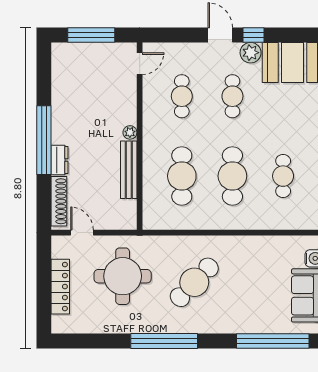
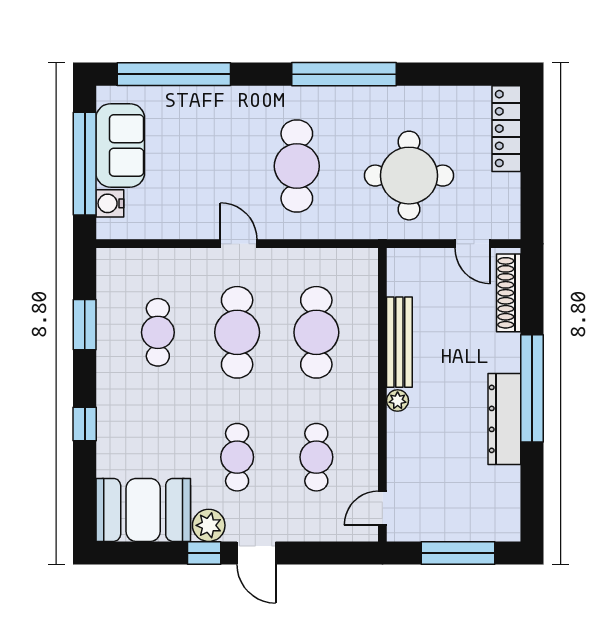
dresser: (60, 160) -> (504, 419), moved, width x1.96, depth x1.24
door: (231, 233) -> (239, 244), added
cafe table: (194, 282) -> (297, 166), turned -44
locker: (60, 287) -> (506, 129), moved

